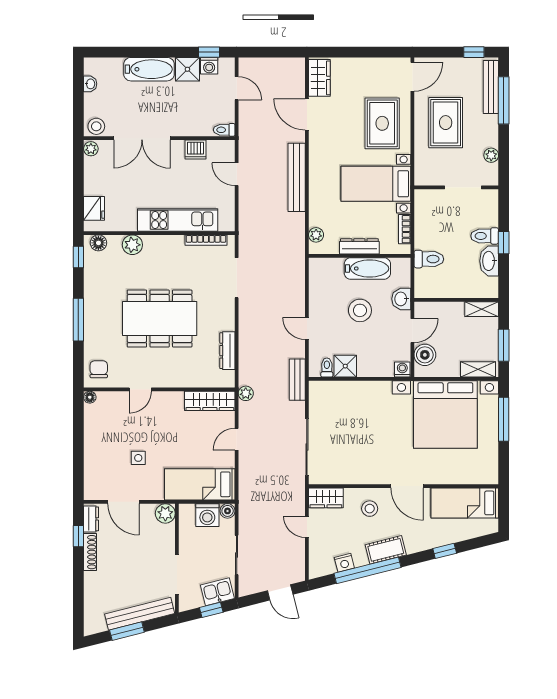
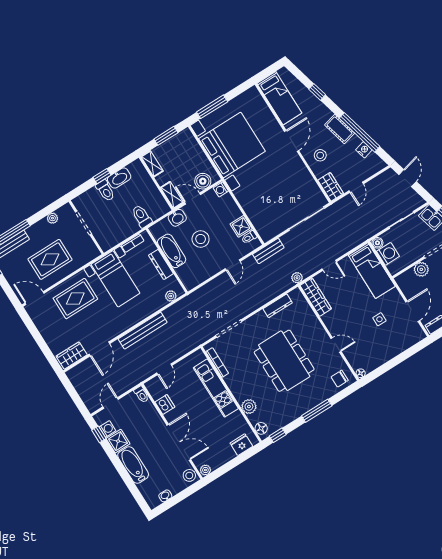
shelving: (478, 369) -> (172, 195), moved
plant: (165, 513) -> (421, 269), moved

